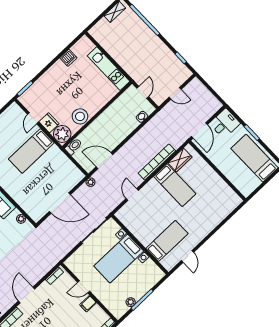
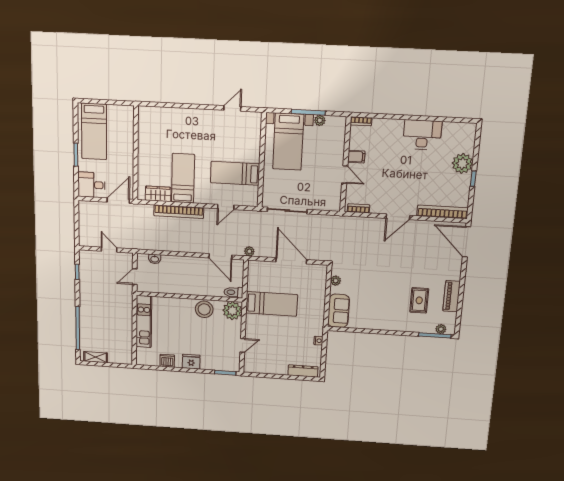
fridge: (49, 123) -> (191, 362), moved, turned 90
bed: (31, 151) -> (272, 304), moved
bed: (167, 241) -> (235, 173), moved
bed with nightstands: (119, 259) -> (288, 142), moved, turned 90

